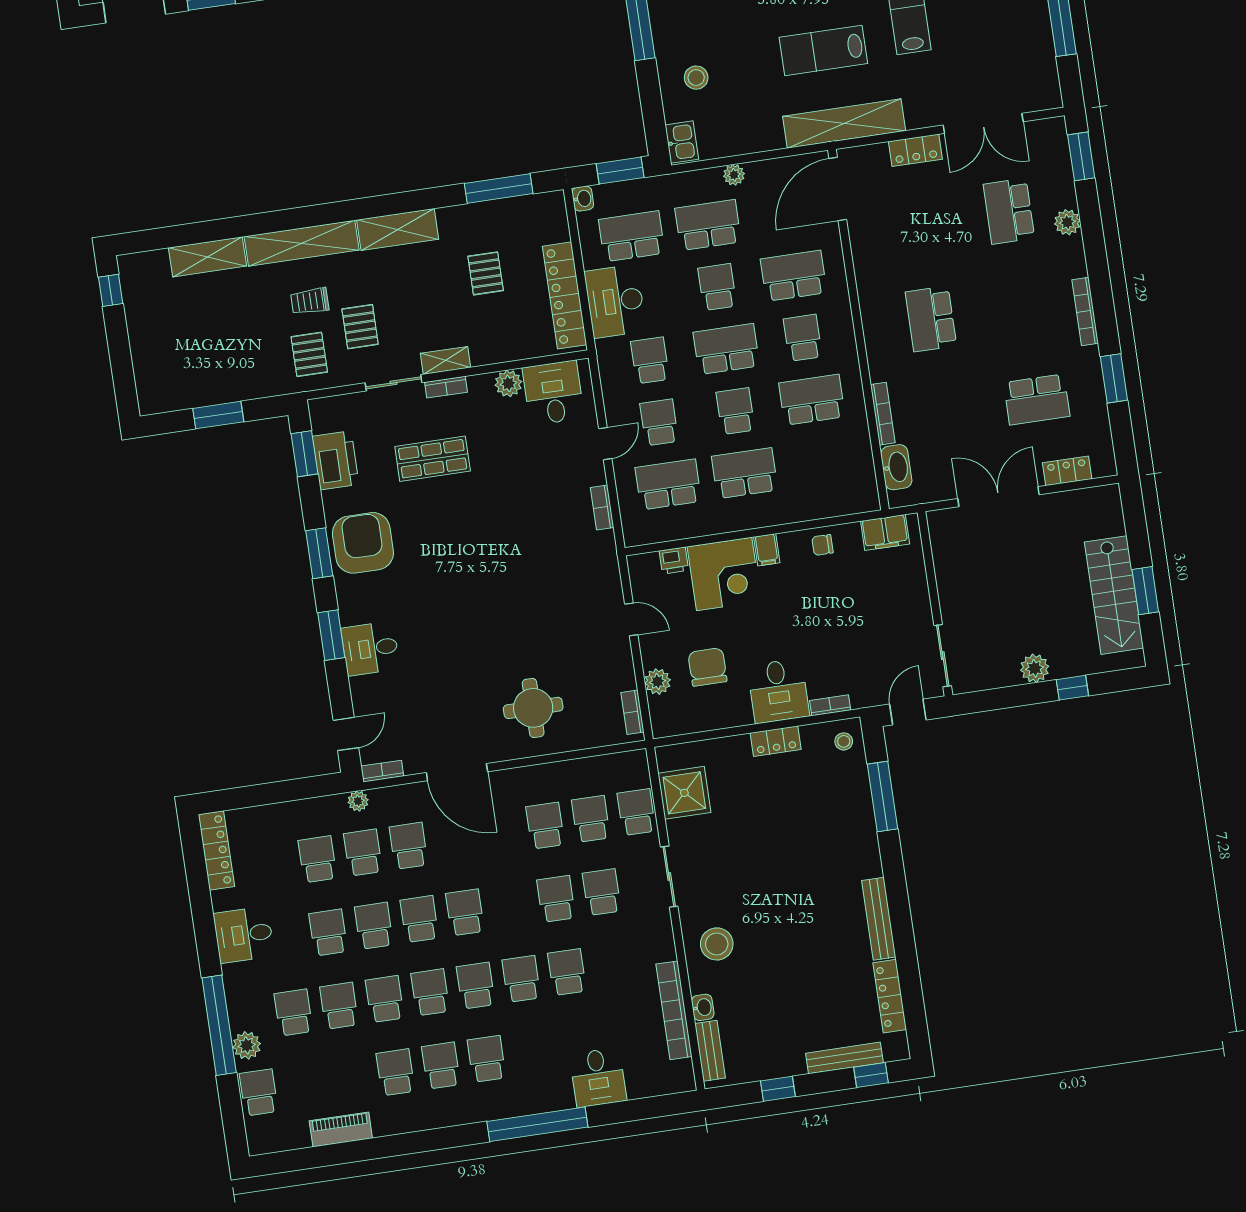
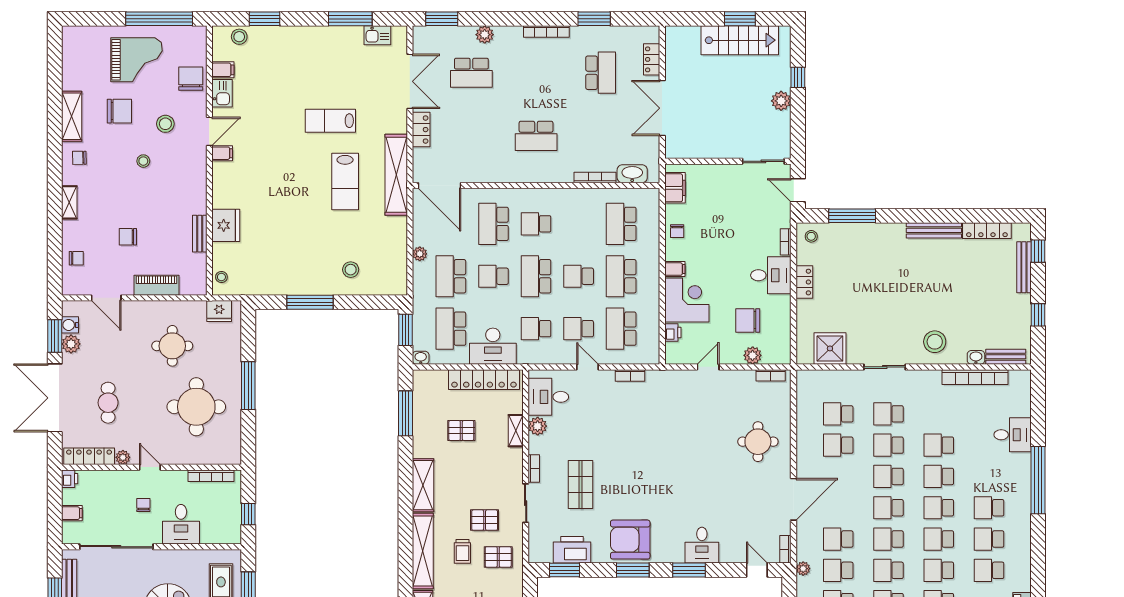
kitchen sink: (682, 142) -> (377, 35), moved, turned 180
shelving: (446, 360) -> (516, 431), moved
school desk: (812, 400) -> (621, 224), moved
school desk: (636, 812) -> (888, 476), moved

